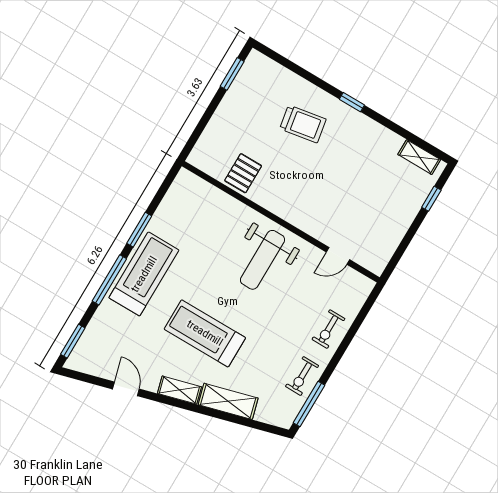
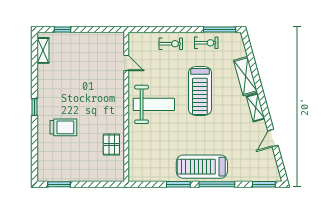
trolley: (303, 124) -> (63, 127), turned 100
pallet: (243, 173) -> (111, 145), turned 90
treadmill: (205, 333) -> (200, 91), moved

